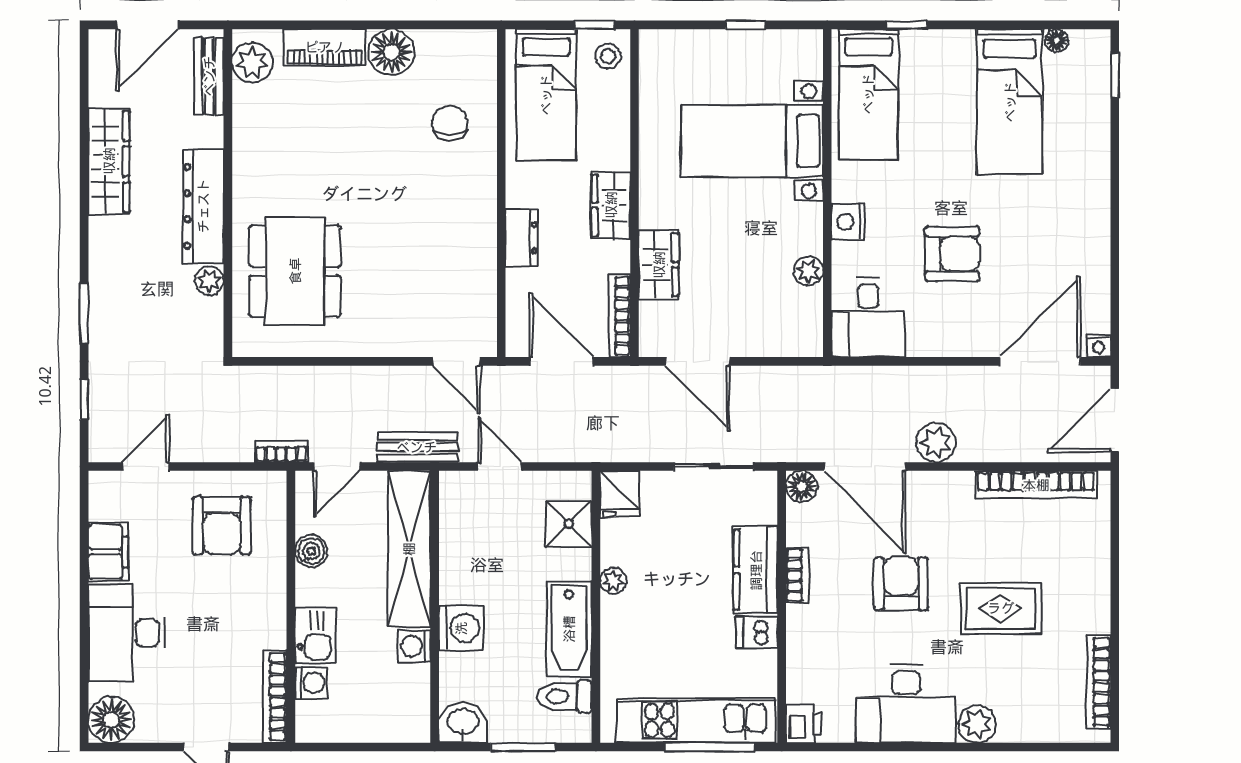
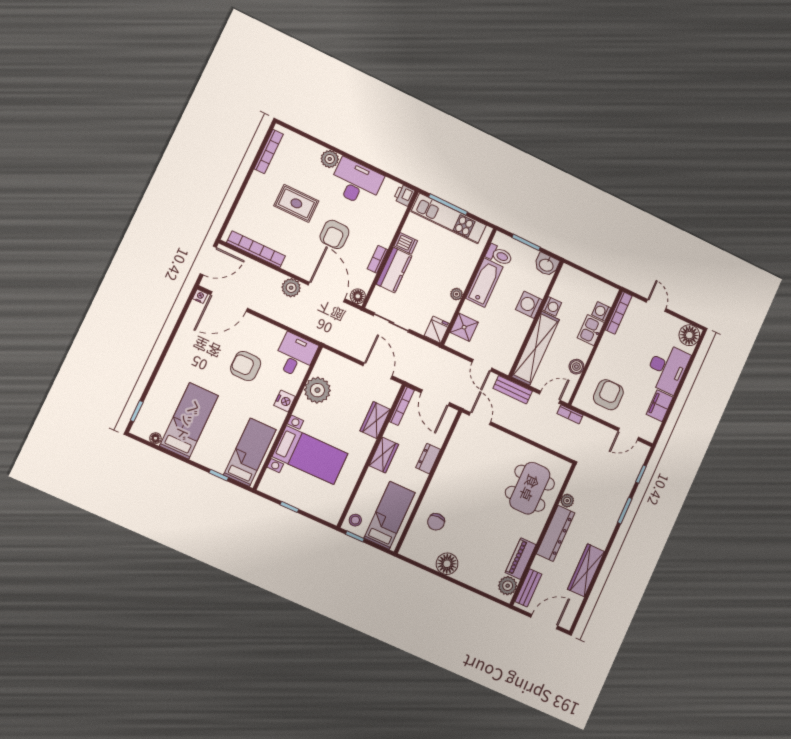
piano: (325, 47) -> (521, 559), moved, turned -90
plant: (808, 271) -> (317, 390), width x1.88, depth x1.88

